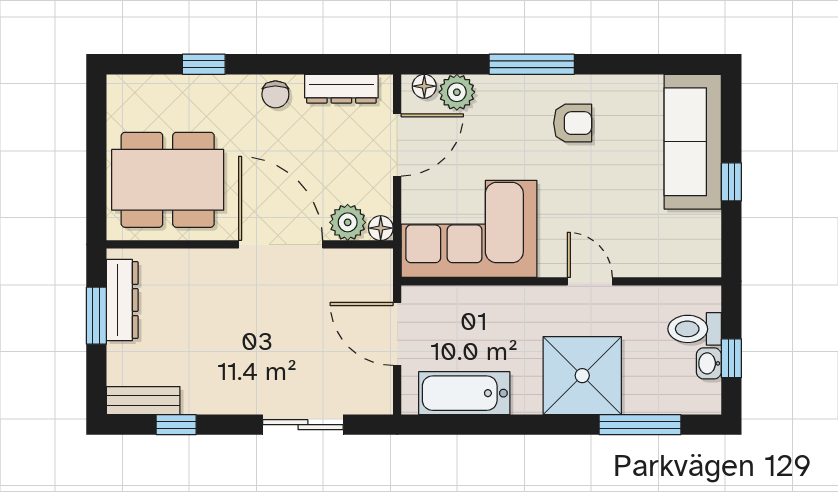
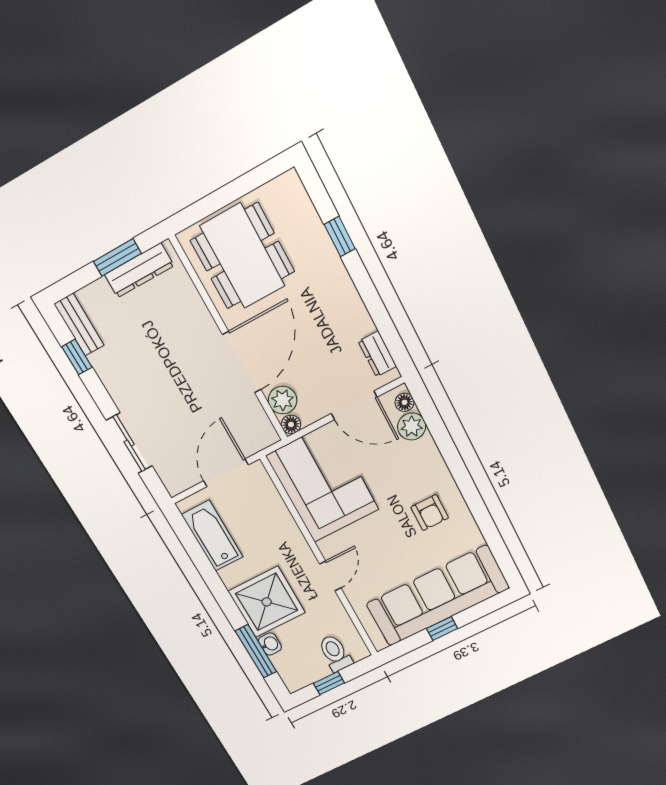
window: (532, 64) -> (456, 466), removed
dresser: (341, 89) -> (377, 354), width x0.70
chair: (275, 94) -> (345, 301), removed
sofa: (693, 142) -> (438, 596), width x1.36, depth x1.27
washbasin: (709, 363) -> (270, 644), moved, turned 90

